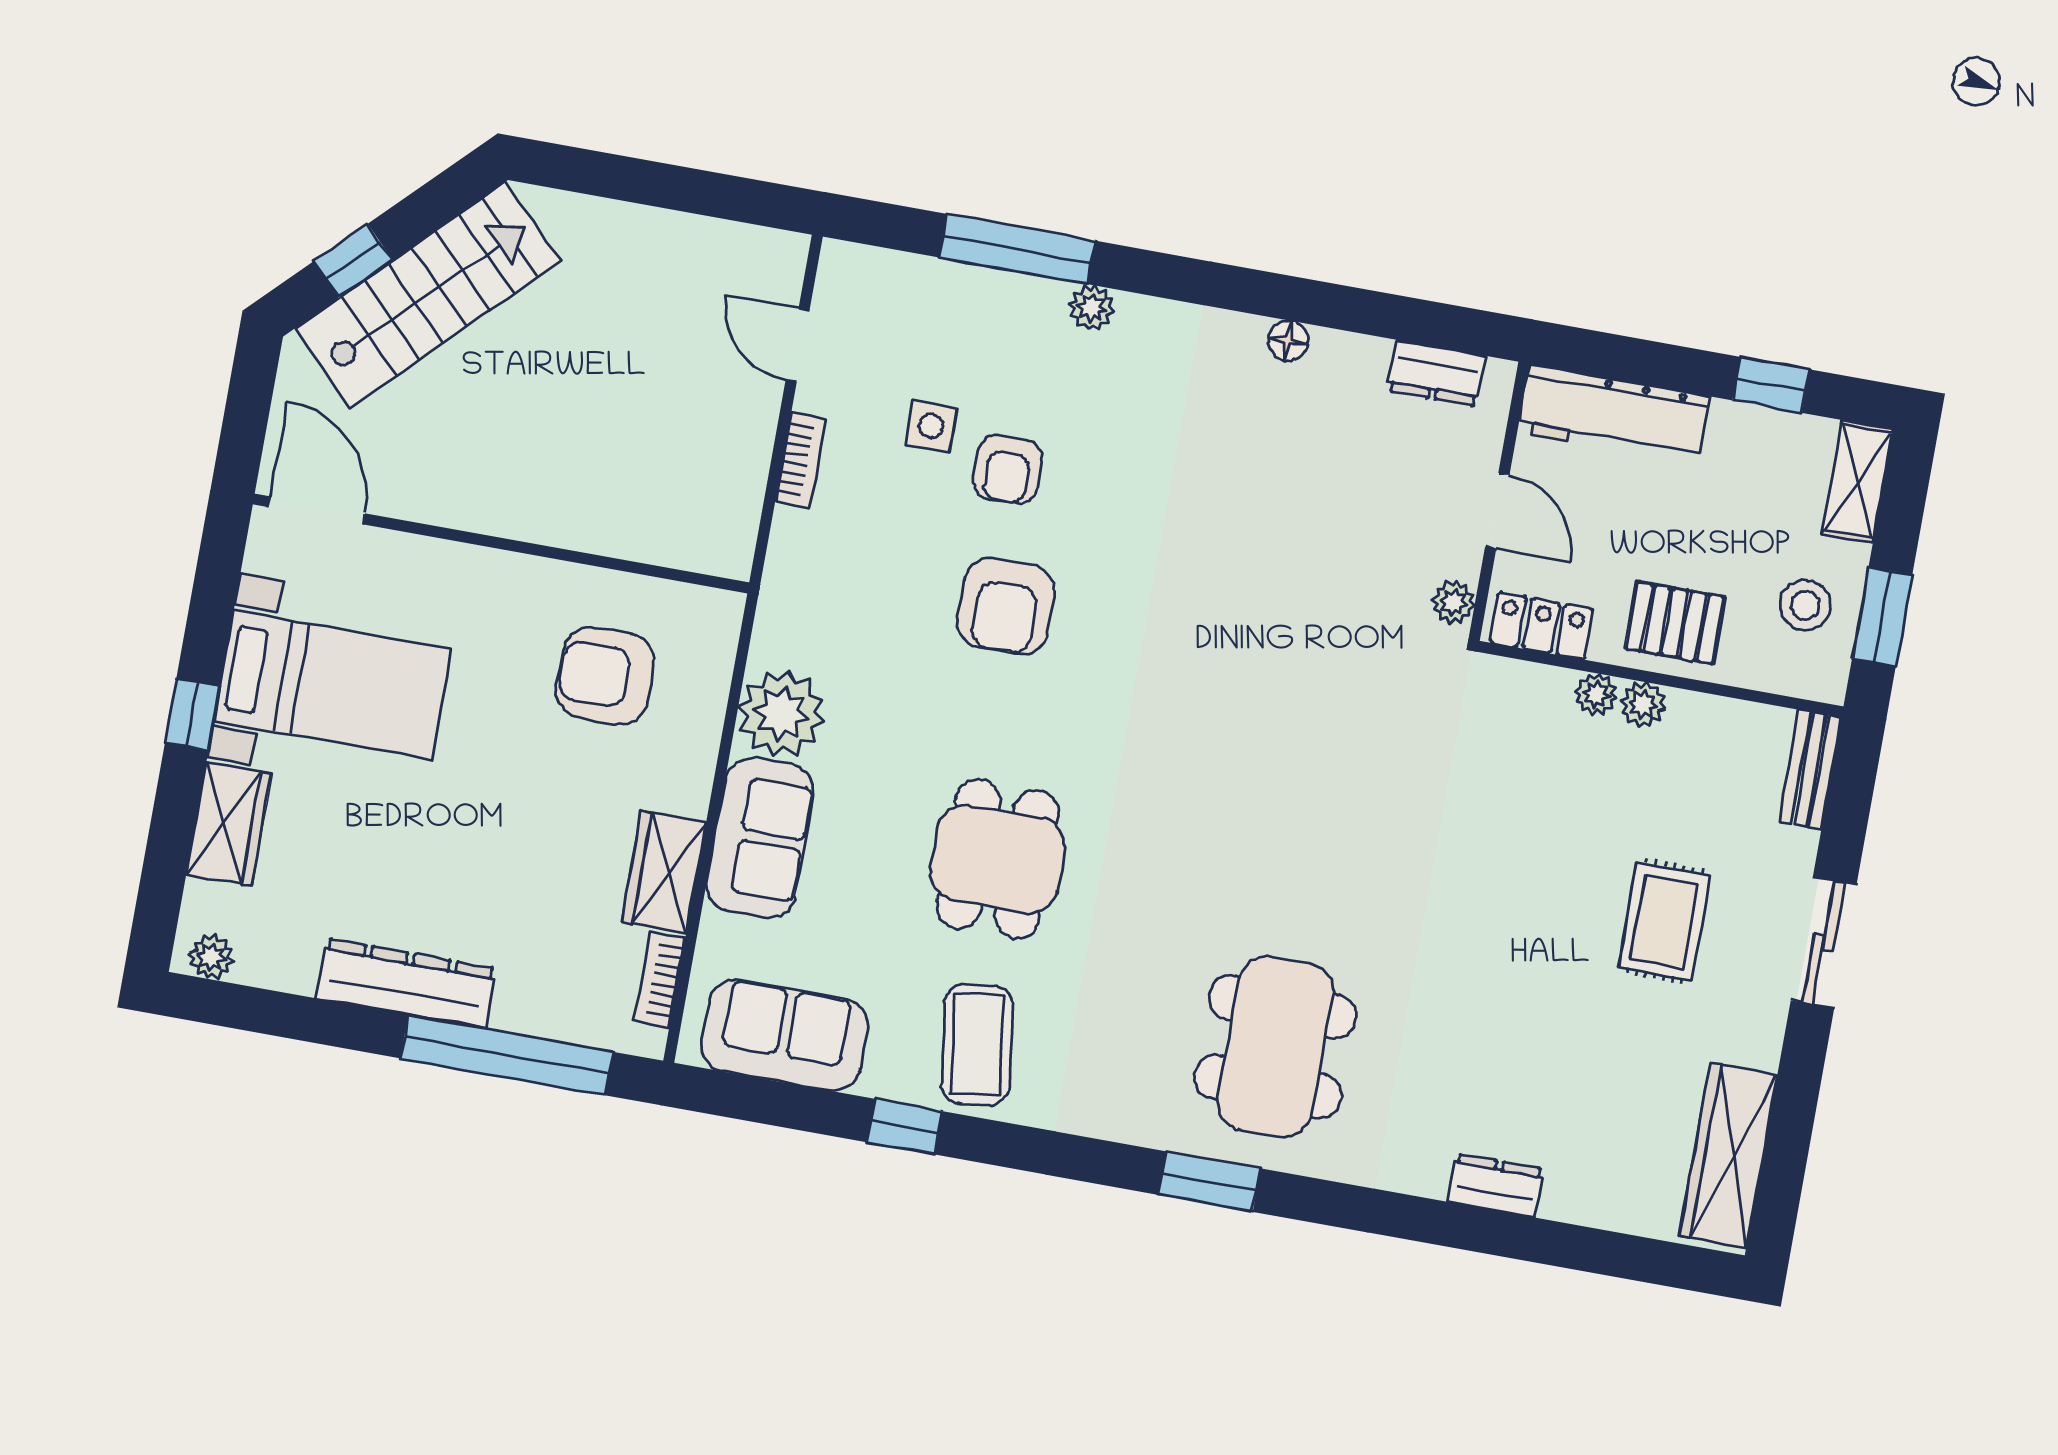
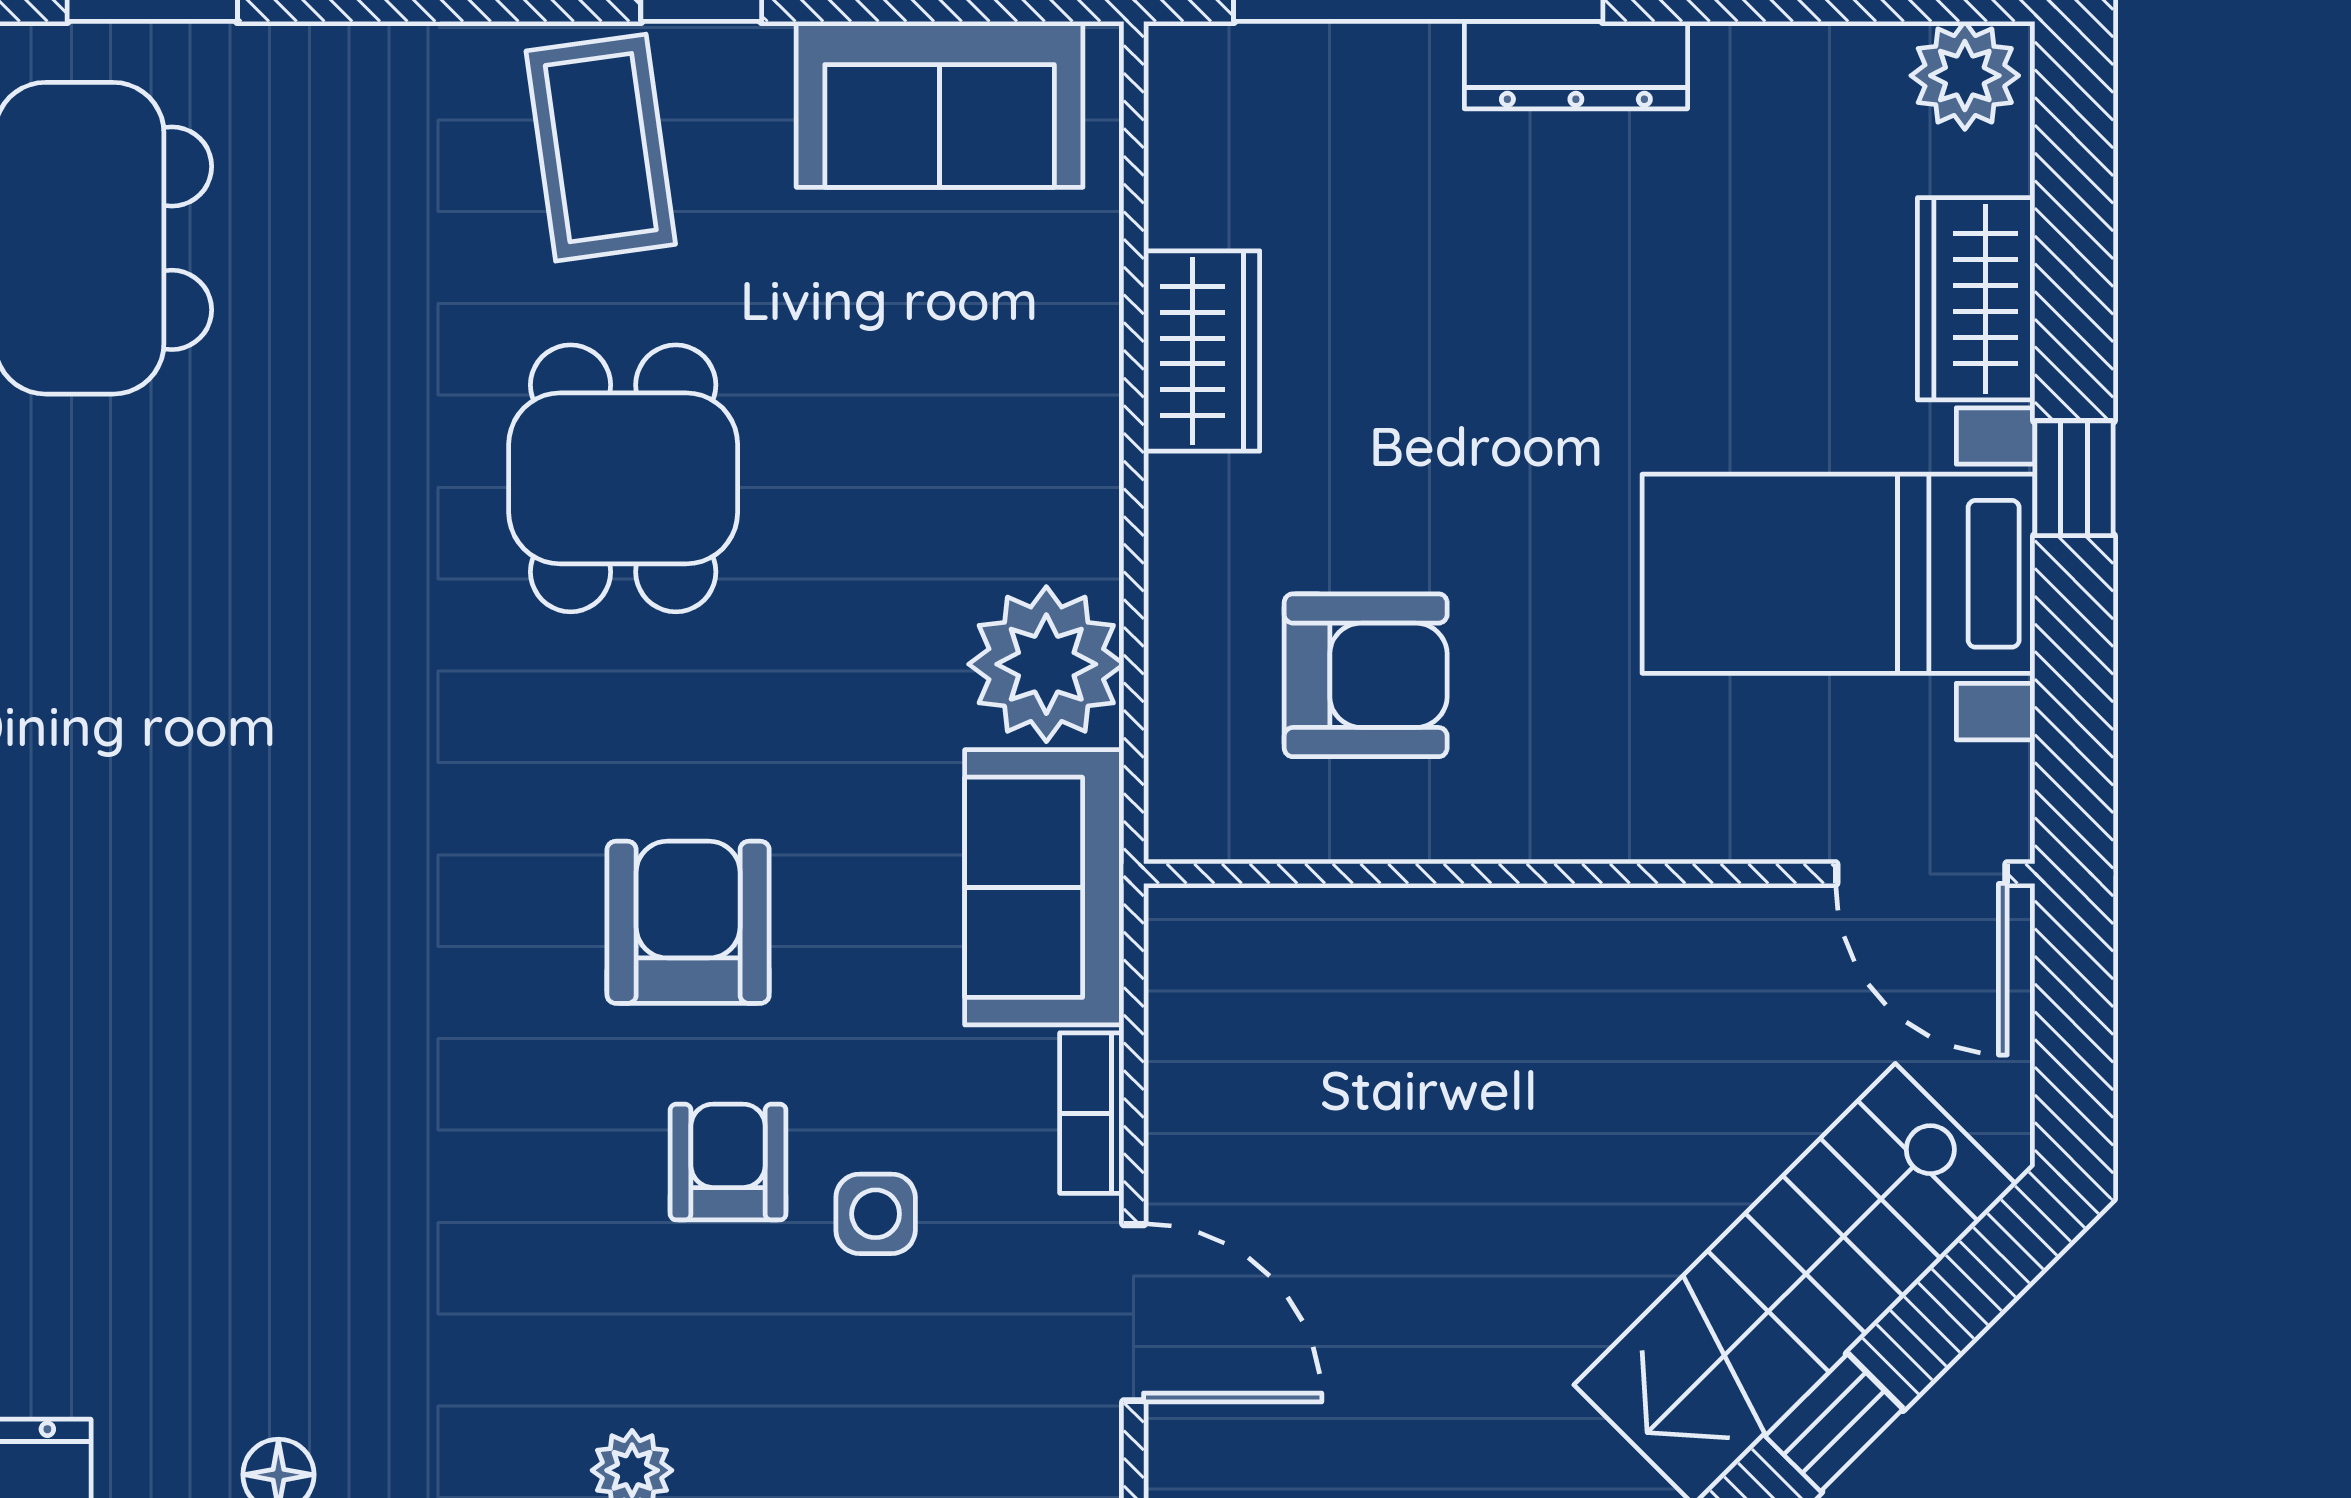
window: (353, 261) -> (1834, 1423), moved
door: (798, 345) -> (1134, 1313), width x1.38
sofa: (760, 838) -> (1044, 887), moved
plant: (211, 957) -> (1965, 76), width x1.38, depth x1.38
bookcase: (659, 979) -> (1176, 162), removed
dresser: (406, 983) -> (1576, 65), width x0.73, depth x0.80

